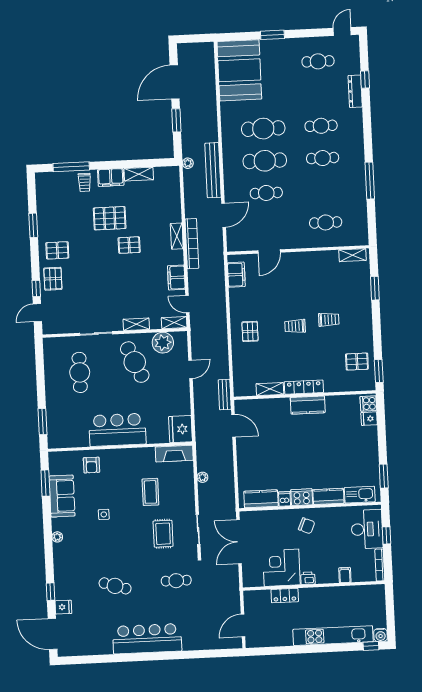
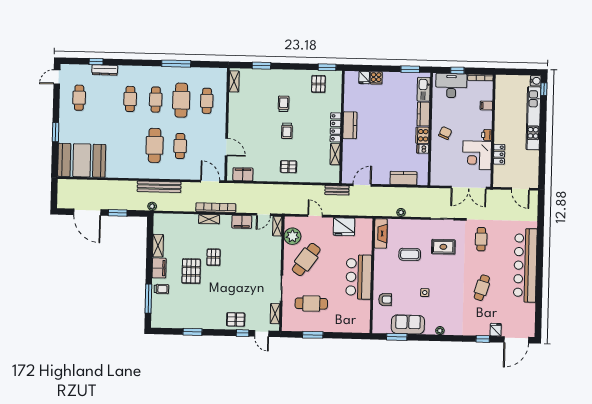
door: (342, 32) -> (57, 77), hinge flipped
cafe table: (263, 129) -> (181, 100), moved
door: (224, 215) -> (210, 181), moved
pallet: (57, 250) -> (214, 314), removed
shelving: (136, 324) -> (275, 314), moved
cafe table: (135, 362) -> (306, 259), turned -31
cooker: (368, 404) -> (376, 78), moved
window: (43, 422) -> (313, 335), moved
fridge: (180, 429) -> (344, 227), moved
kitchen counter: (261, 499) -> (404, 178), moved, turned 90
double door: (239, 542) -> (469, 188), moved
bar counter: (147, 639) -> (525, 265), width x1.36

